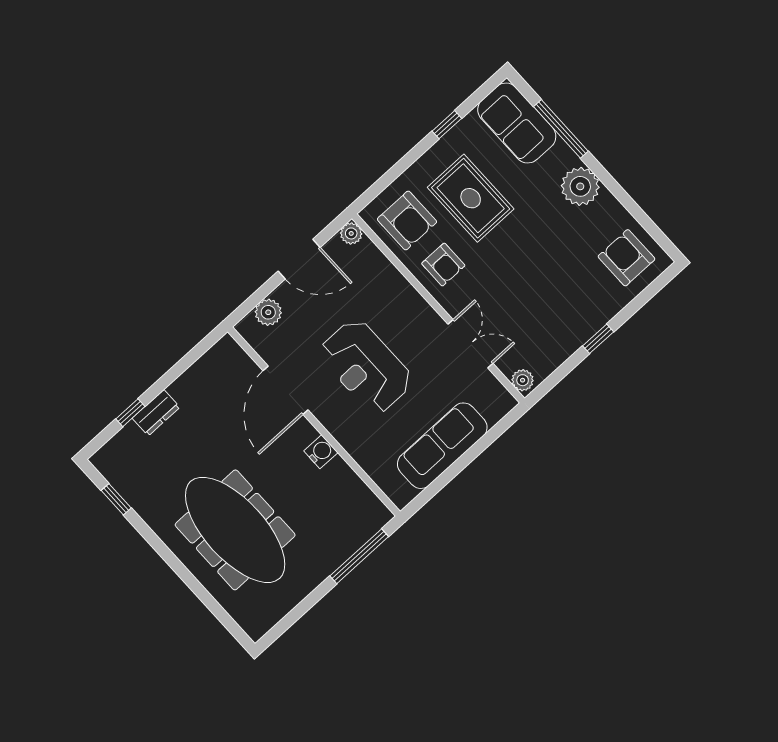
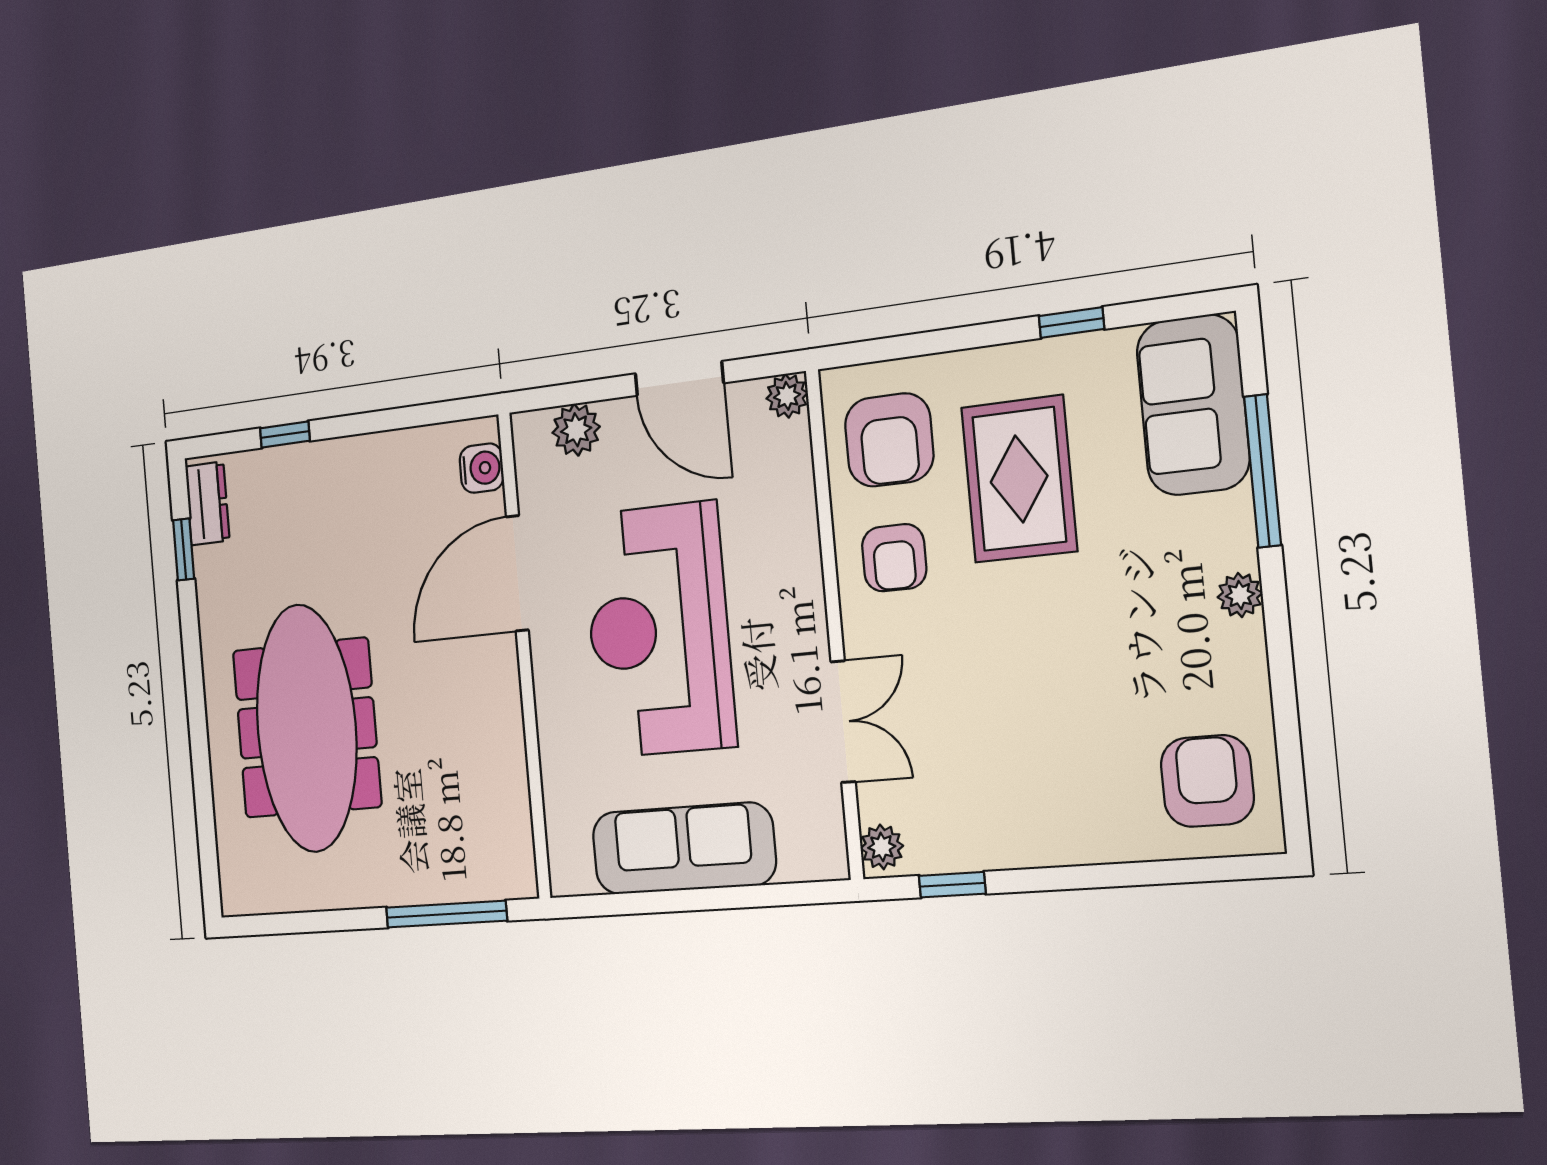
plant: (580, 186) -> (1240, 595), width x0.53, depth x0.53
window: (598, 339) -> (952, 885), moved
reception desk: (366, 366) -> (659, 630), width x1.36, depth x1.30
dresser: (156, 413) -> (207, 503), moved, turned -90
water cooler: (321, 452) -> (482, 468), moved

